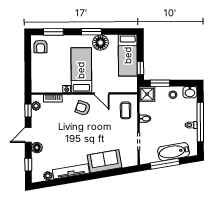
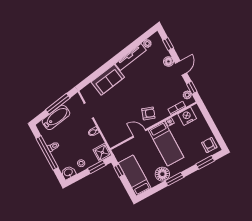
nightstand: (47, 85) -> (187, 116), added
coffee table: (126, 110) -> (113, 130), removed

